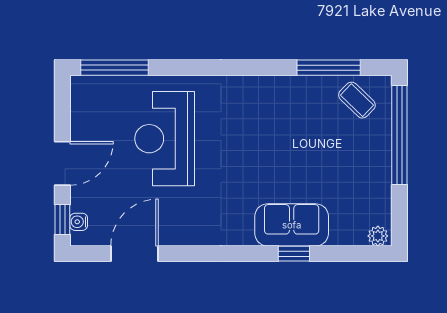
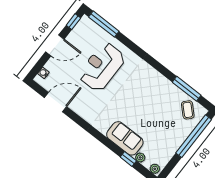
window: (62, 219) -> (73, 22), moved
plant: (340, 236) -> (140, 157), added
window: (294, 254) -> (128, 159), moved

